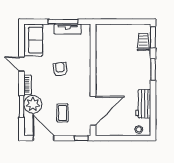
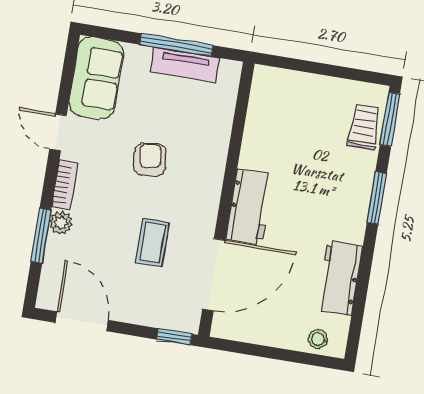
workbench: (103, 81) -> (249, 207), added
plant: (33, 104) -> (61, 223), width x0.53, depth x0.53
coffee table: (62, 113) -> (152, 242), moved

